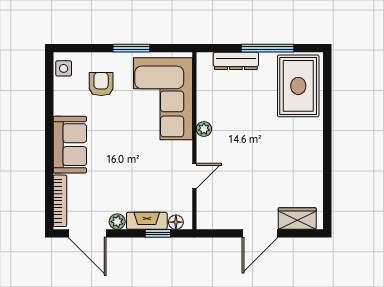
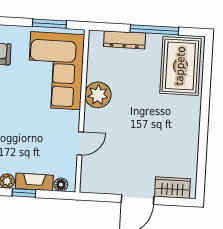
window: (131, 48) -> (49, 24), moved
plant: (204, 129) -> (98, 95), width x1.88, depth x1.88
window: (158, 233) -> (24, 193), moved

